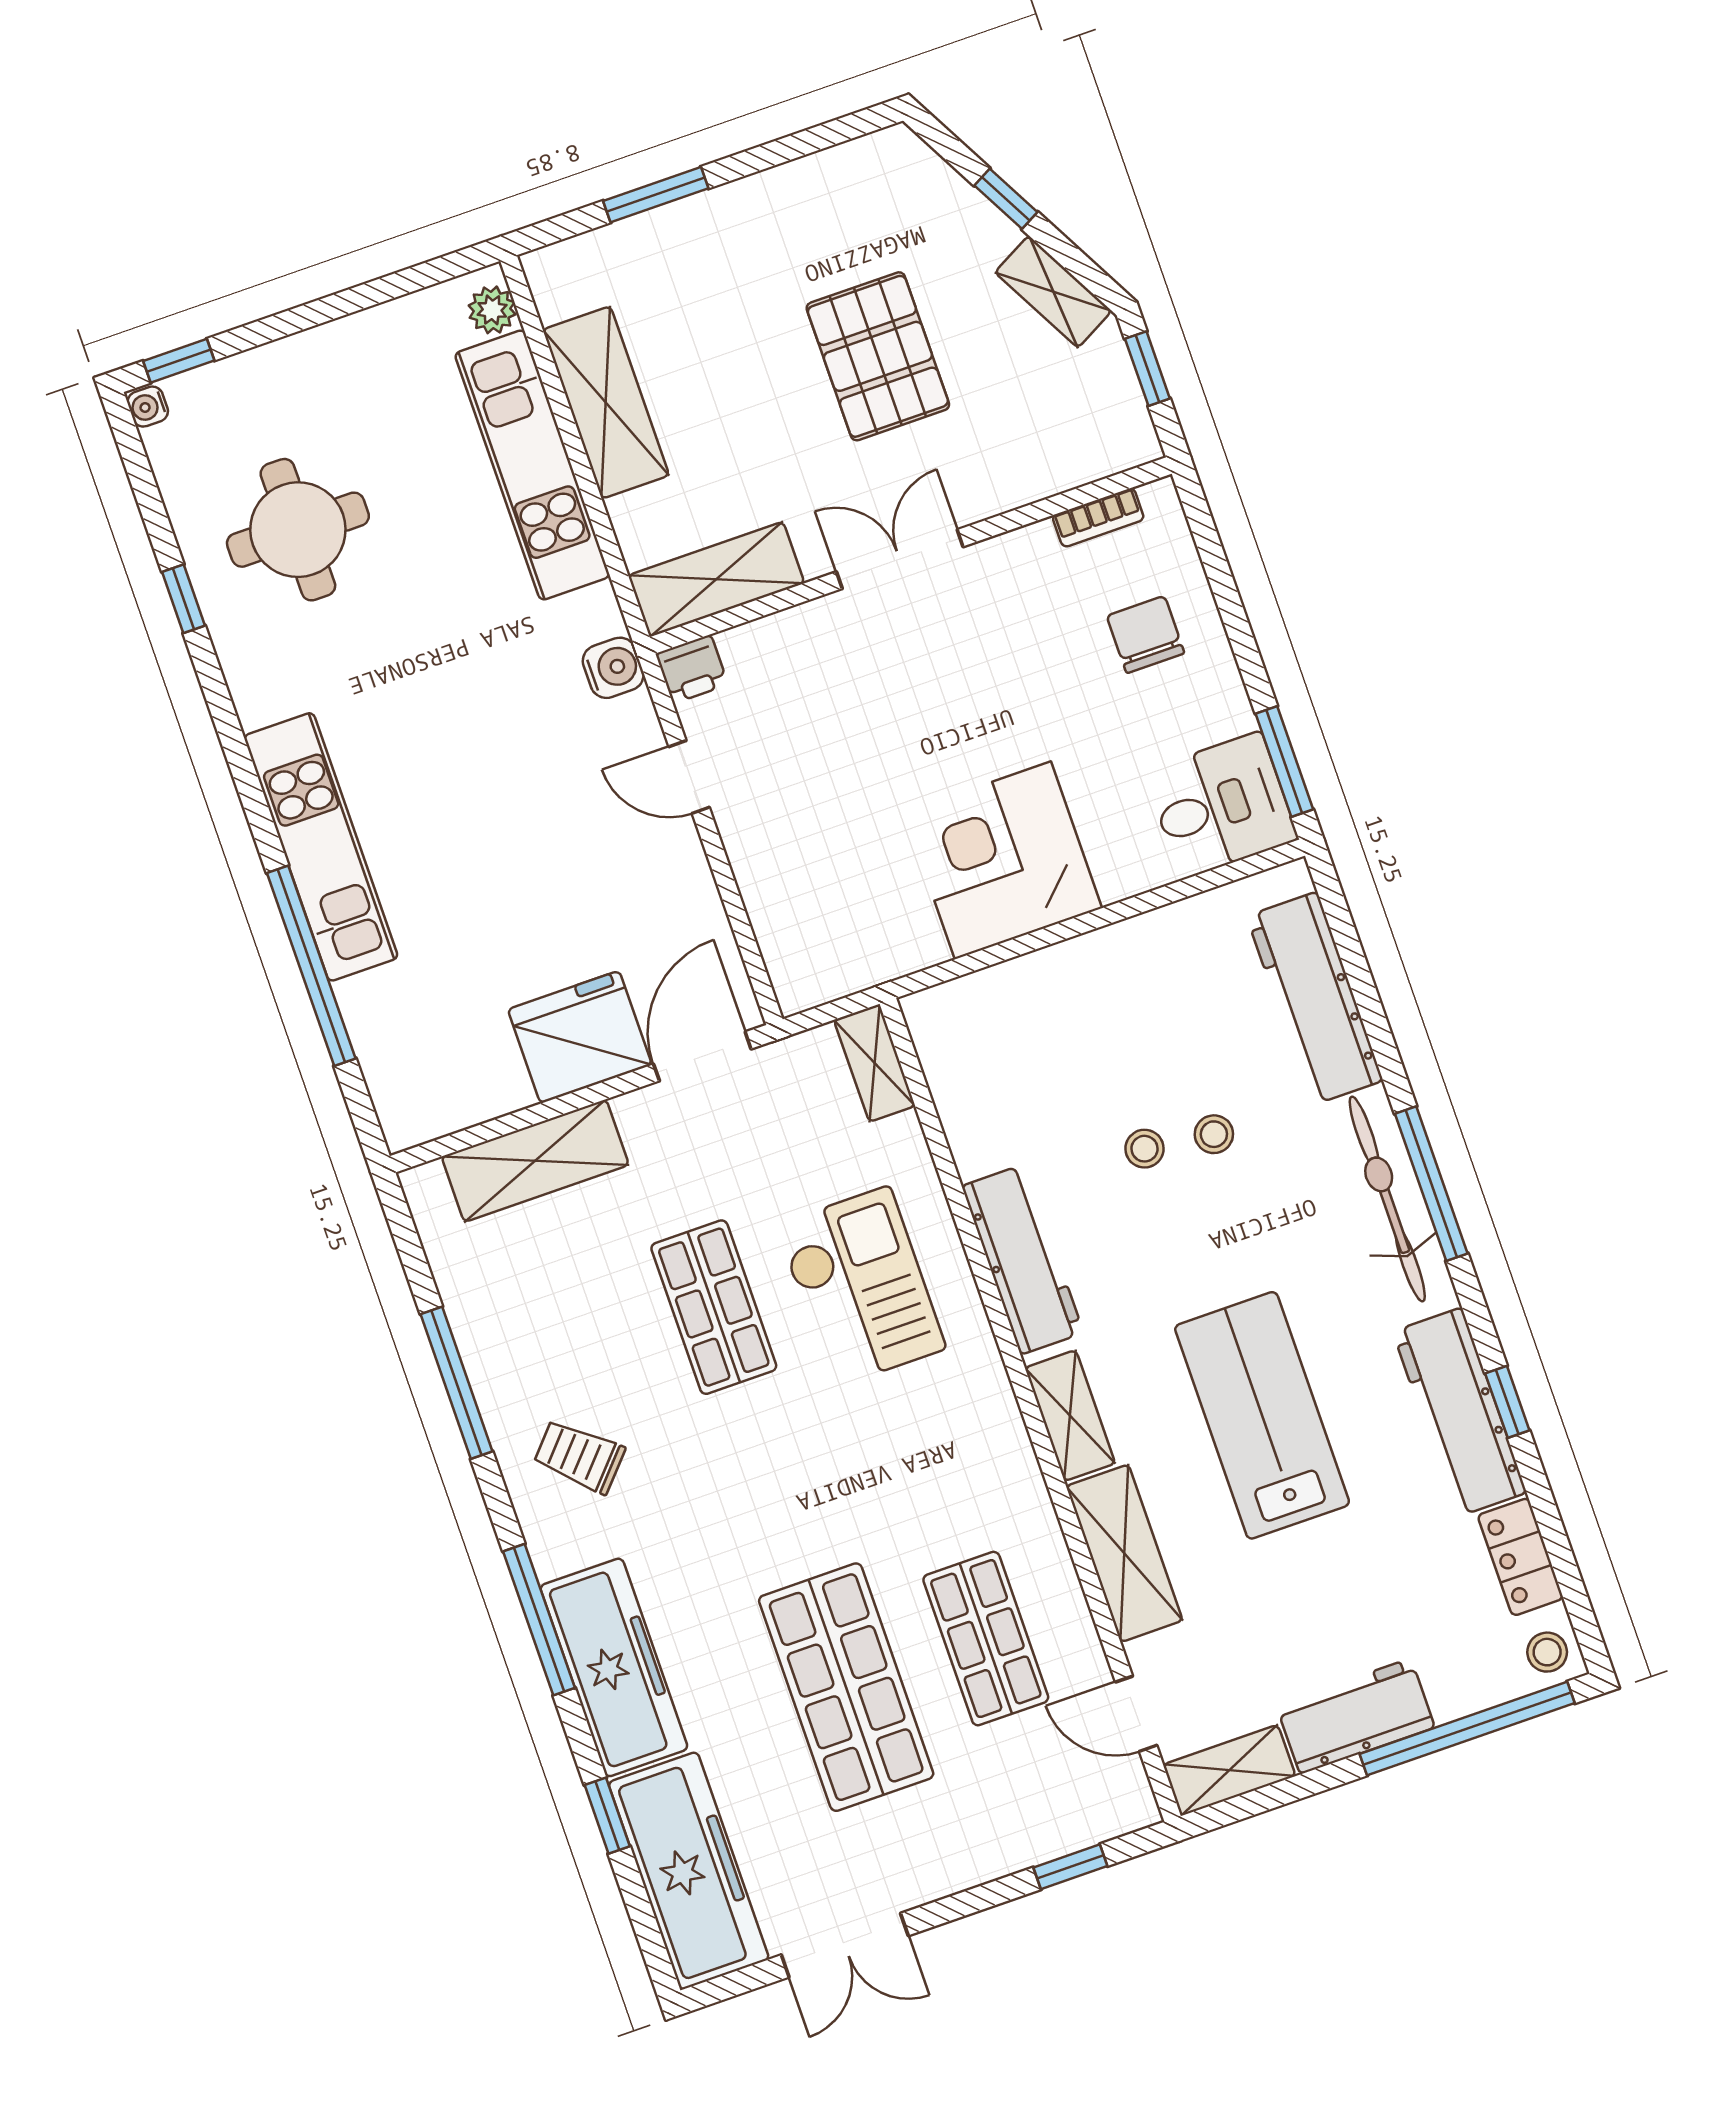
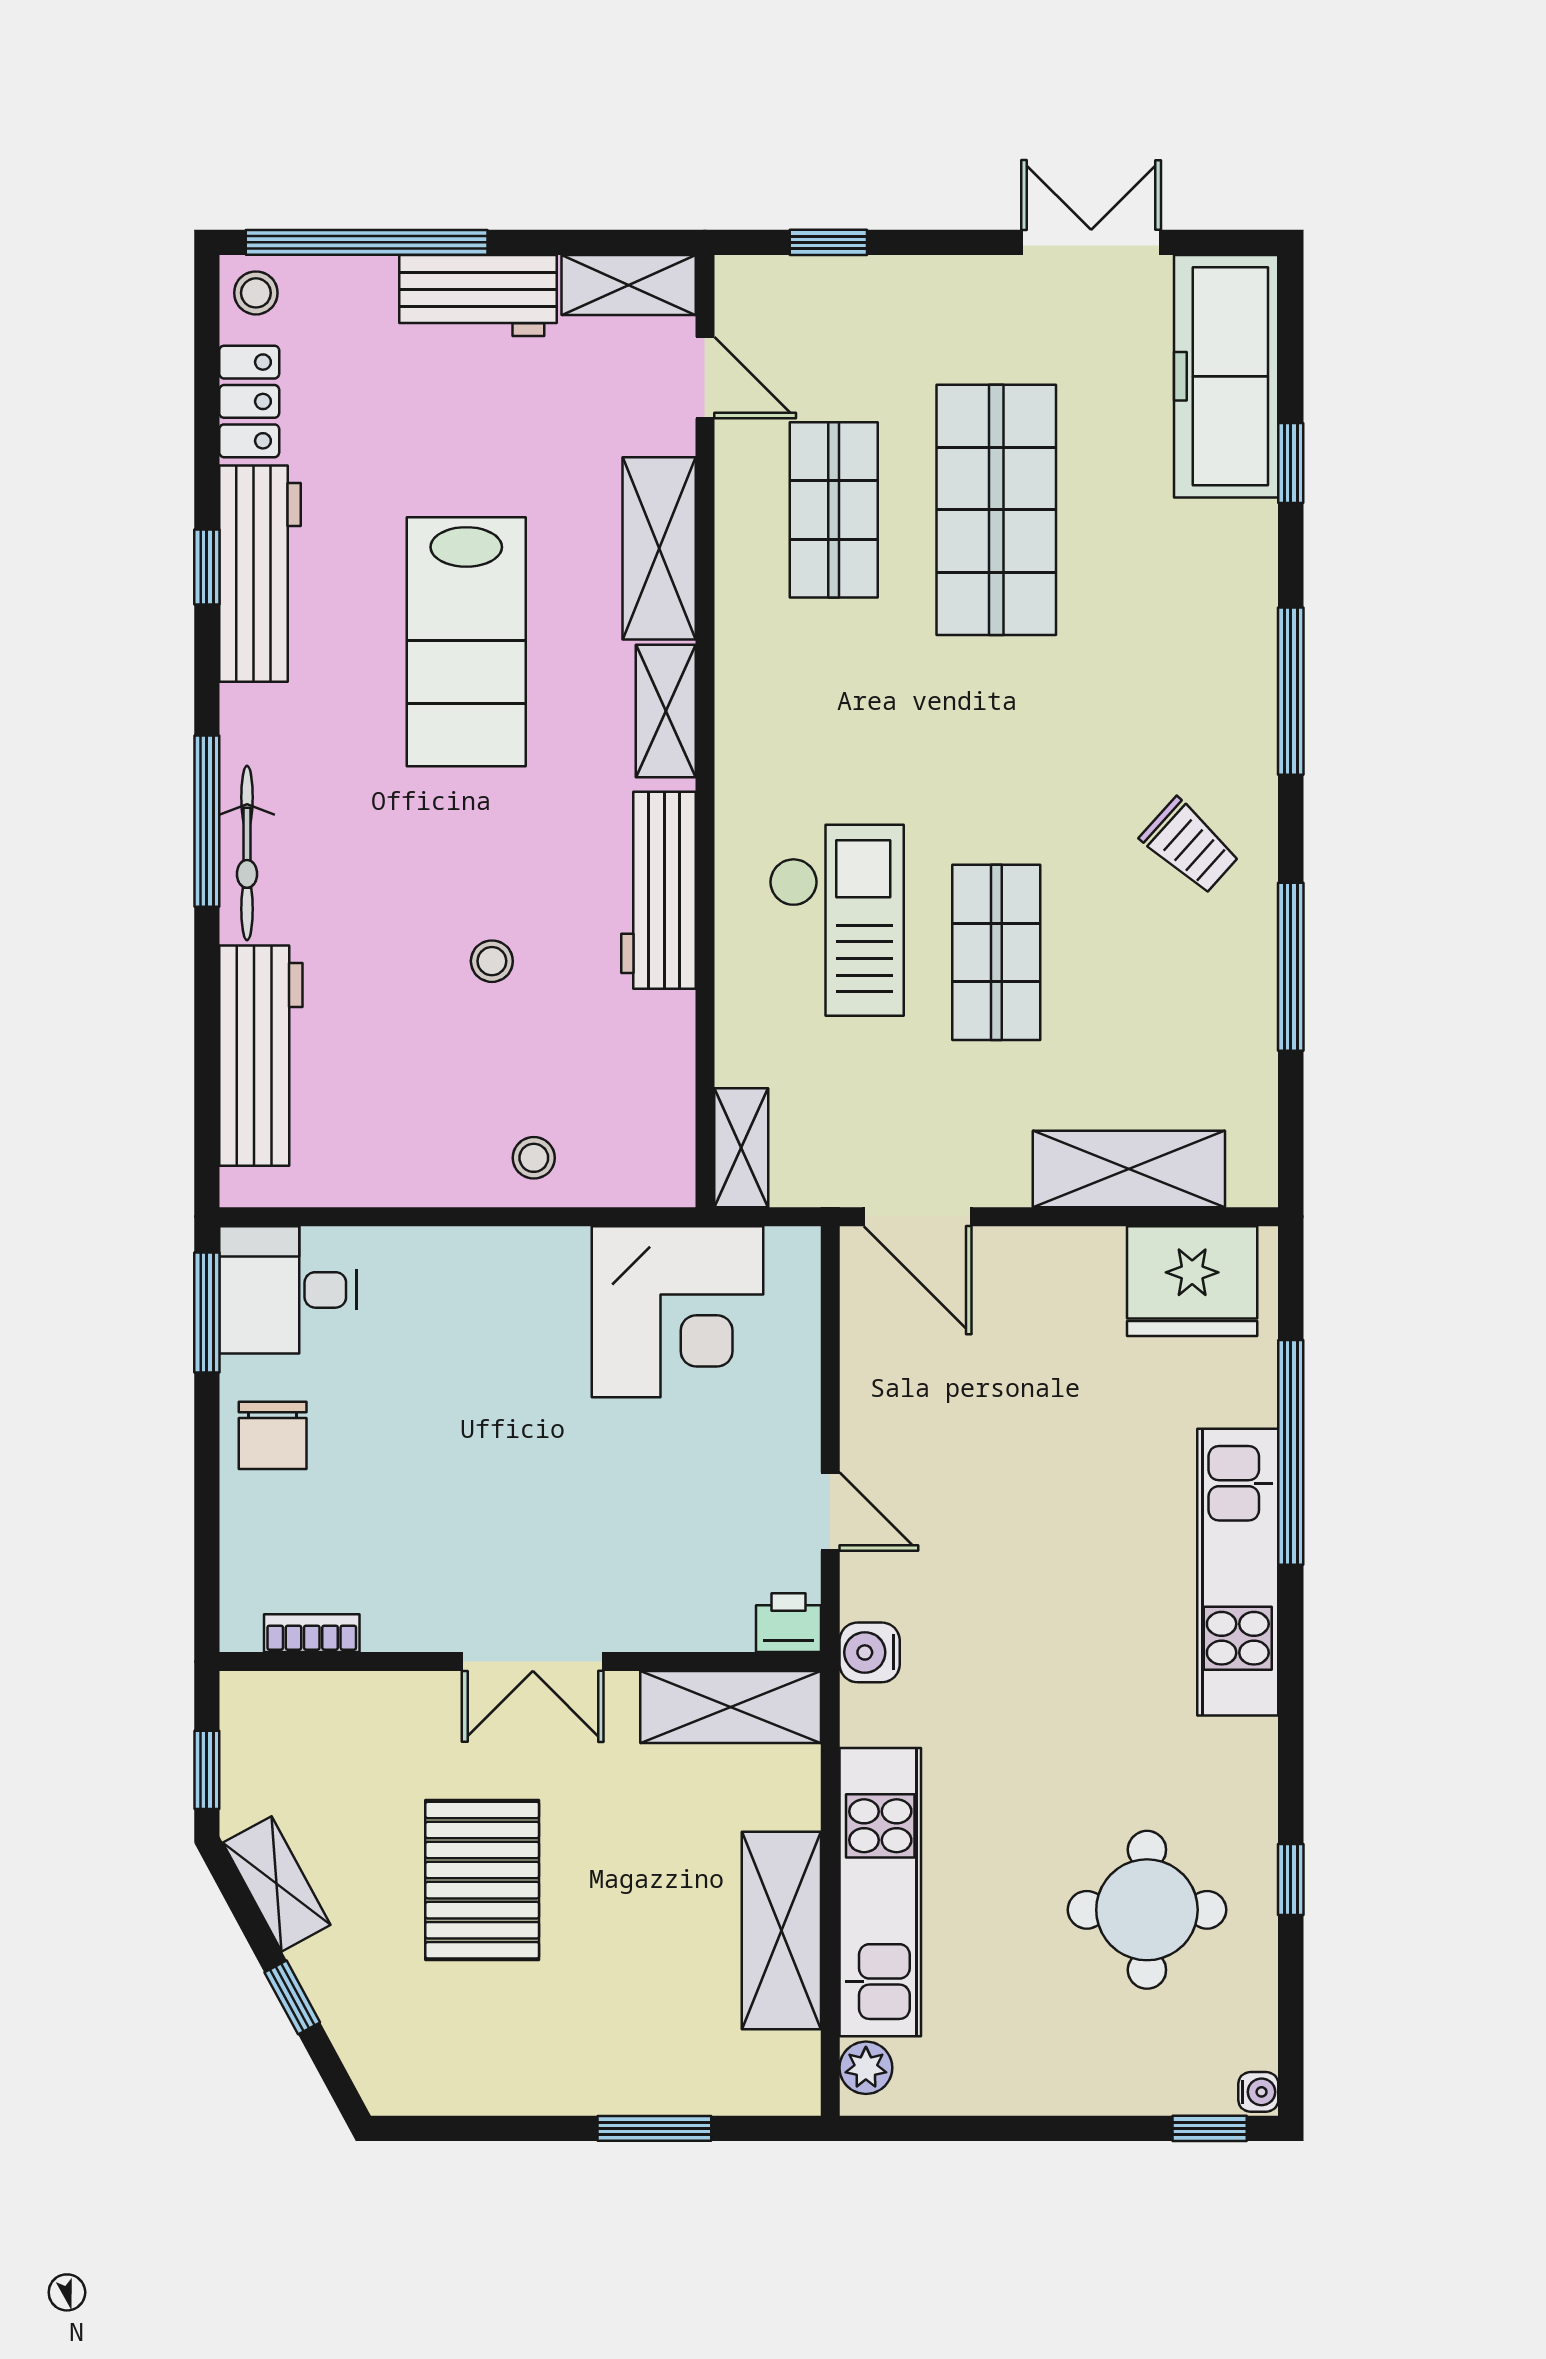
chair: (1146, 635) -> (273, 1435), moved
corner desk: (1003, 860) -> (677, 1312), moved
fridge: (580, 1037) -> (1192, 1281), moved
door: (702, 1056) -> (918, 1217), hinge flipped
stool: (1214, 1134) -> (534, 1158), moved
bicycle: (1387, 1199) -> (247, 853), width x0.73, depth x0.71
checkout: (861, 1287) -> (836, 920), turned 180
freezer: (614, 1667) -> (1230, 614), removed

